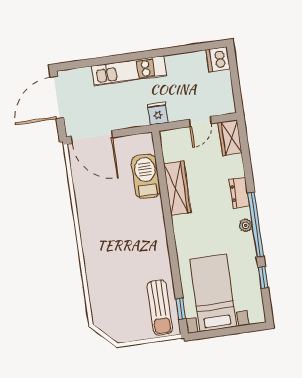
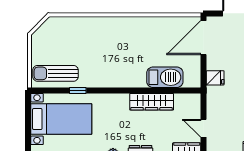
fridge: (158, 113) -> (215, 78), moved
window: (181, 309) -> (78, 90), moved

